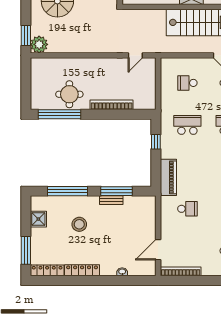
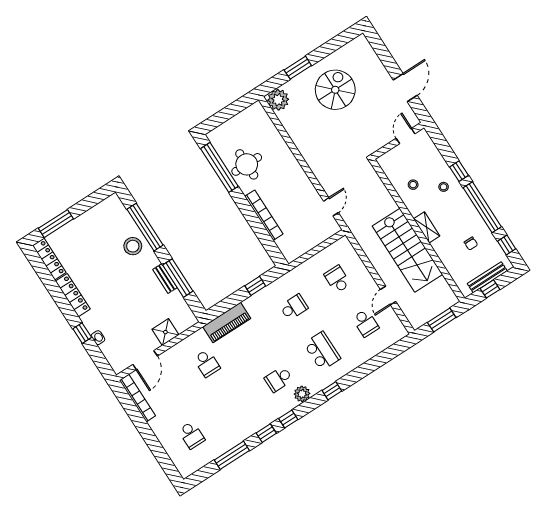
window: (26, 36) -> (298, 68), moved
door: (135, 55) -> (331, 207), swing flipped
school desk: (187, 125) -> (294, 307), width x0.54
shower: (38, 219) -> (165, 332), moved
stool: (79, 224) -> (133, 246), moved
door: (158, 250) -> (145, 360), swing flipped
window: (112, 281) -> (82, 333), added

